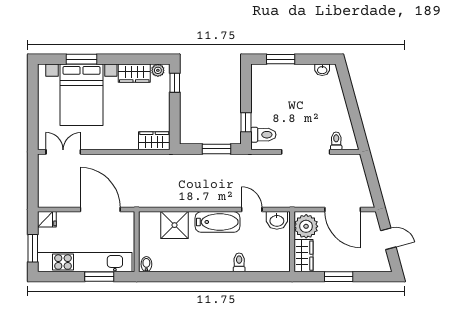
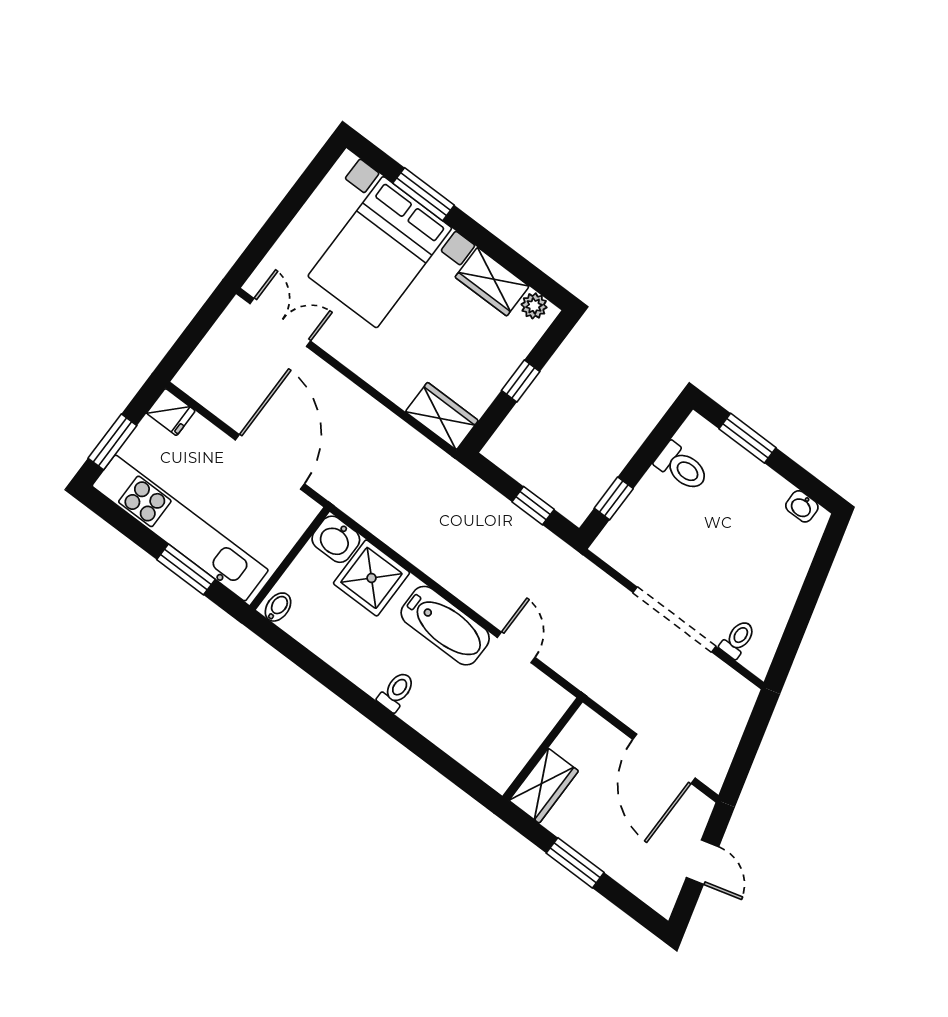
window: (175, 83) -> (521, 381), moved
toilet: (263, 135) -> (682, 467), moved
window: (217, 149) -> (533, 506), width x0.67
washbasin: (277, 220) -> (336, 539), moved
plant: (306, 226) -> (584, 741), removed
toilet: (239, 262) -> (396, 692), moved

